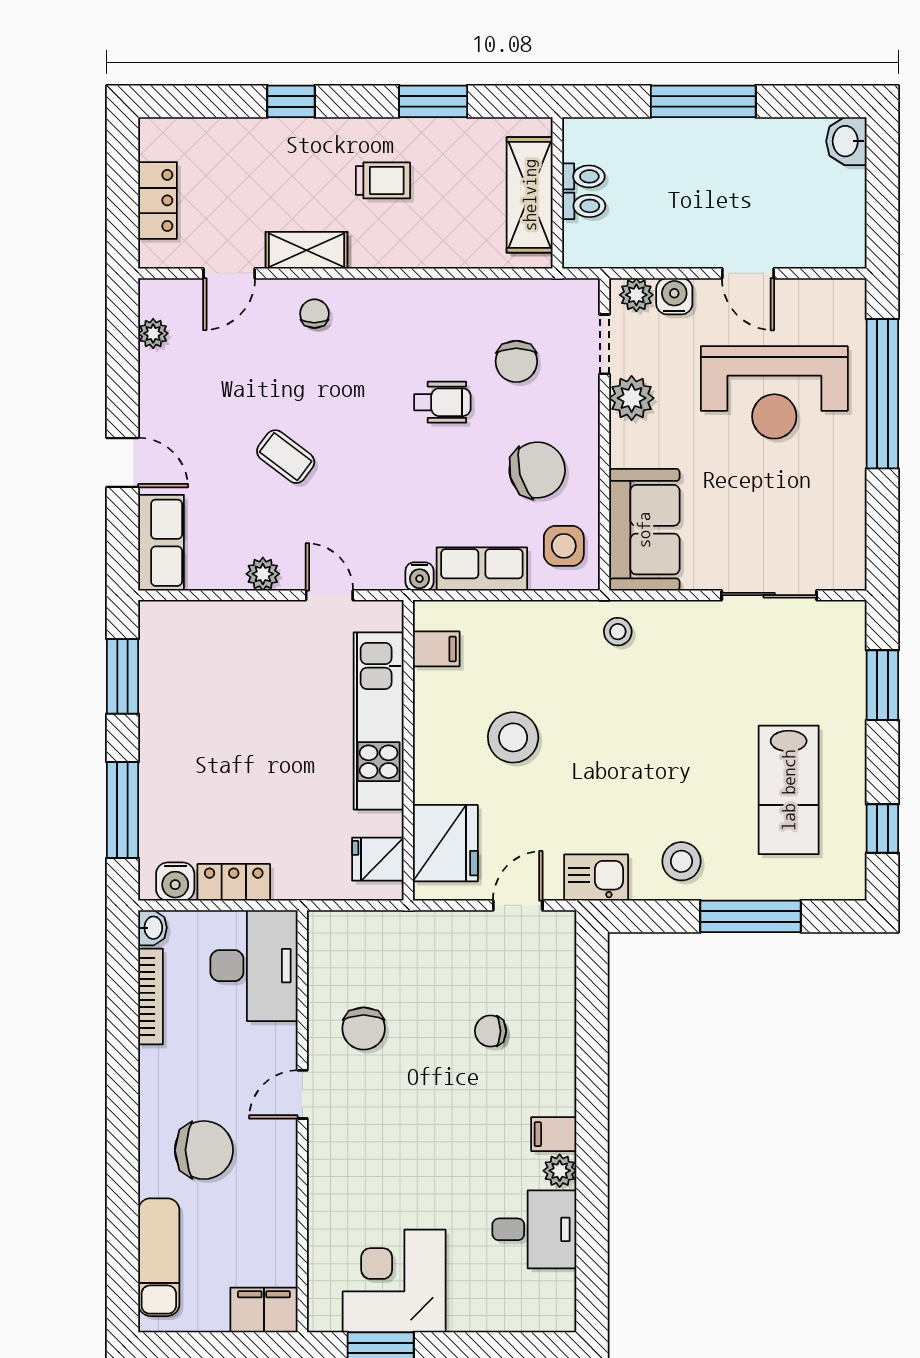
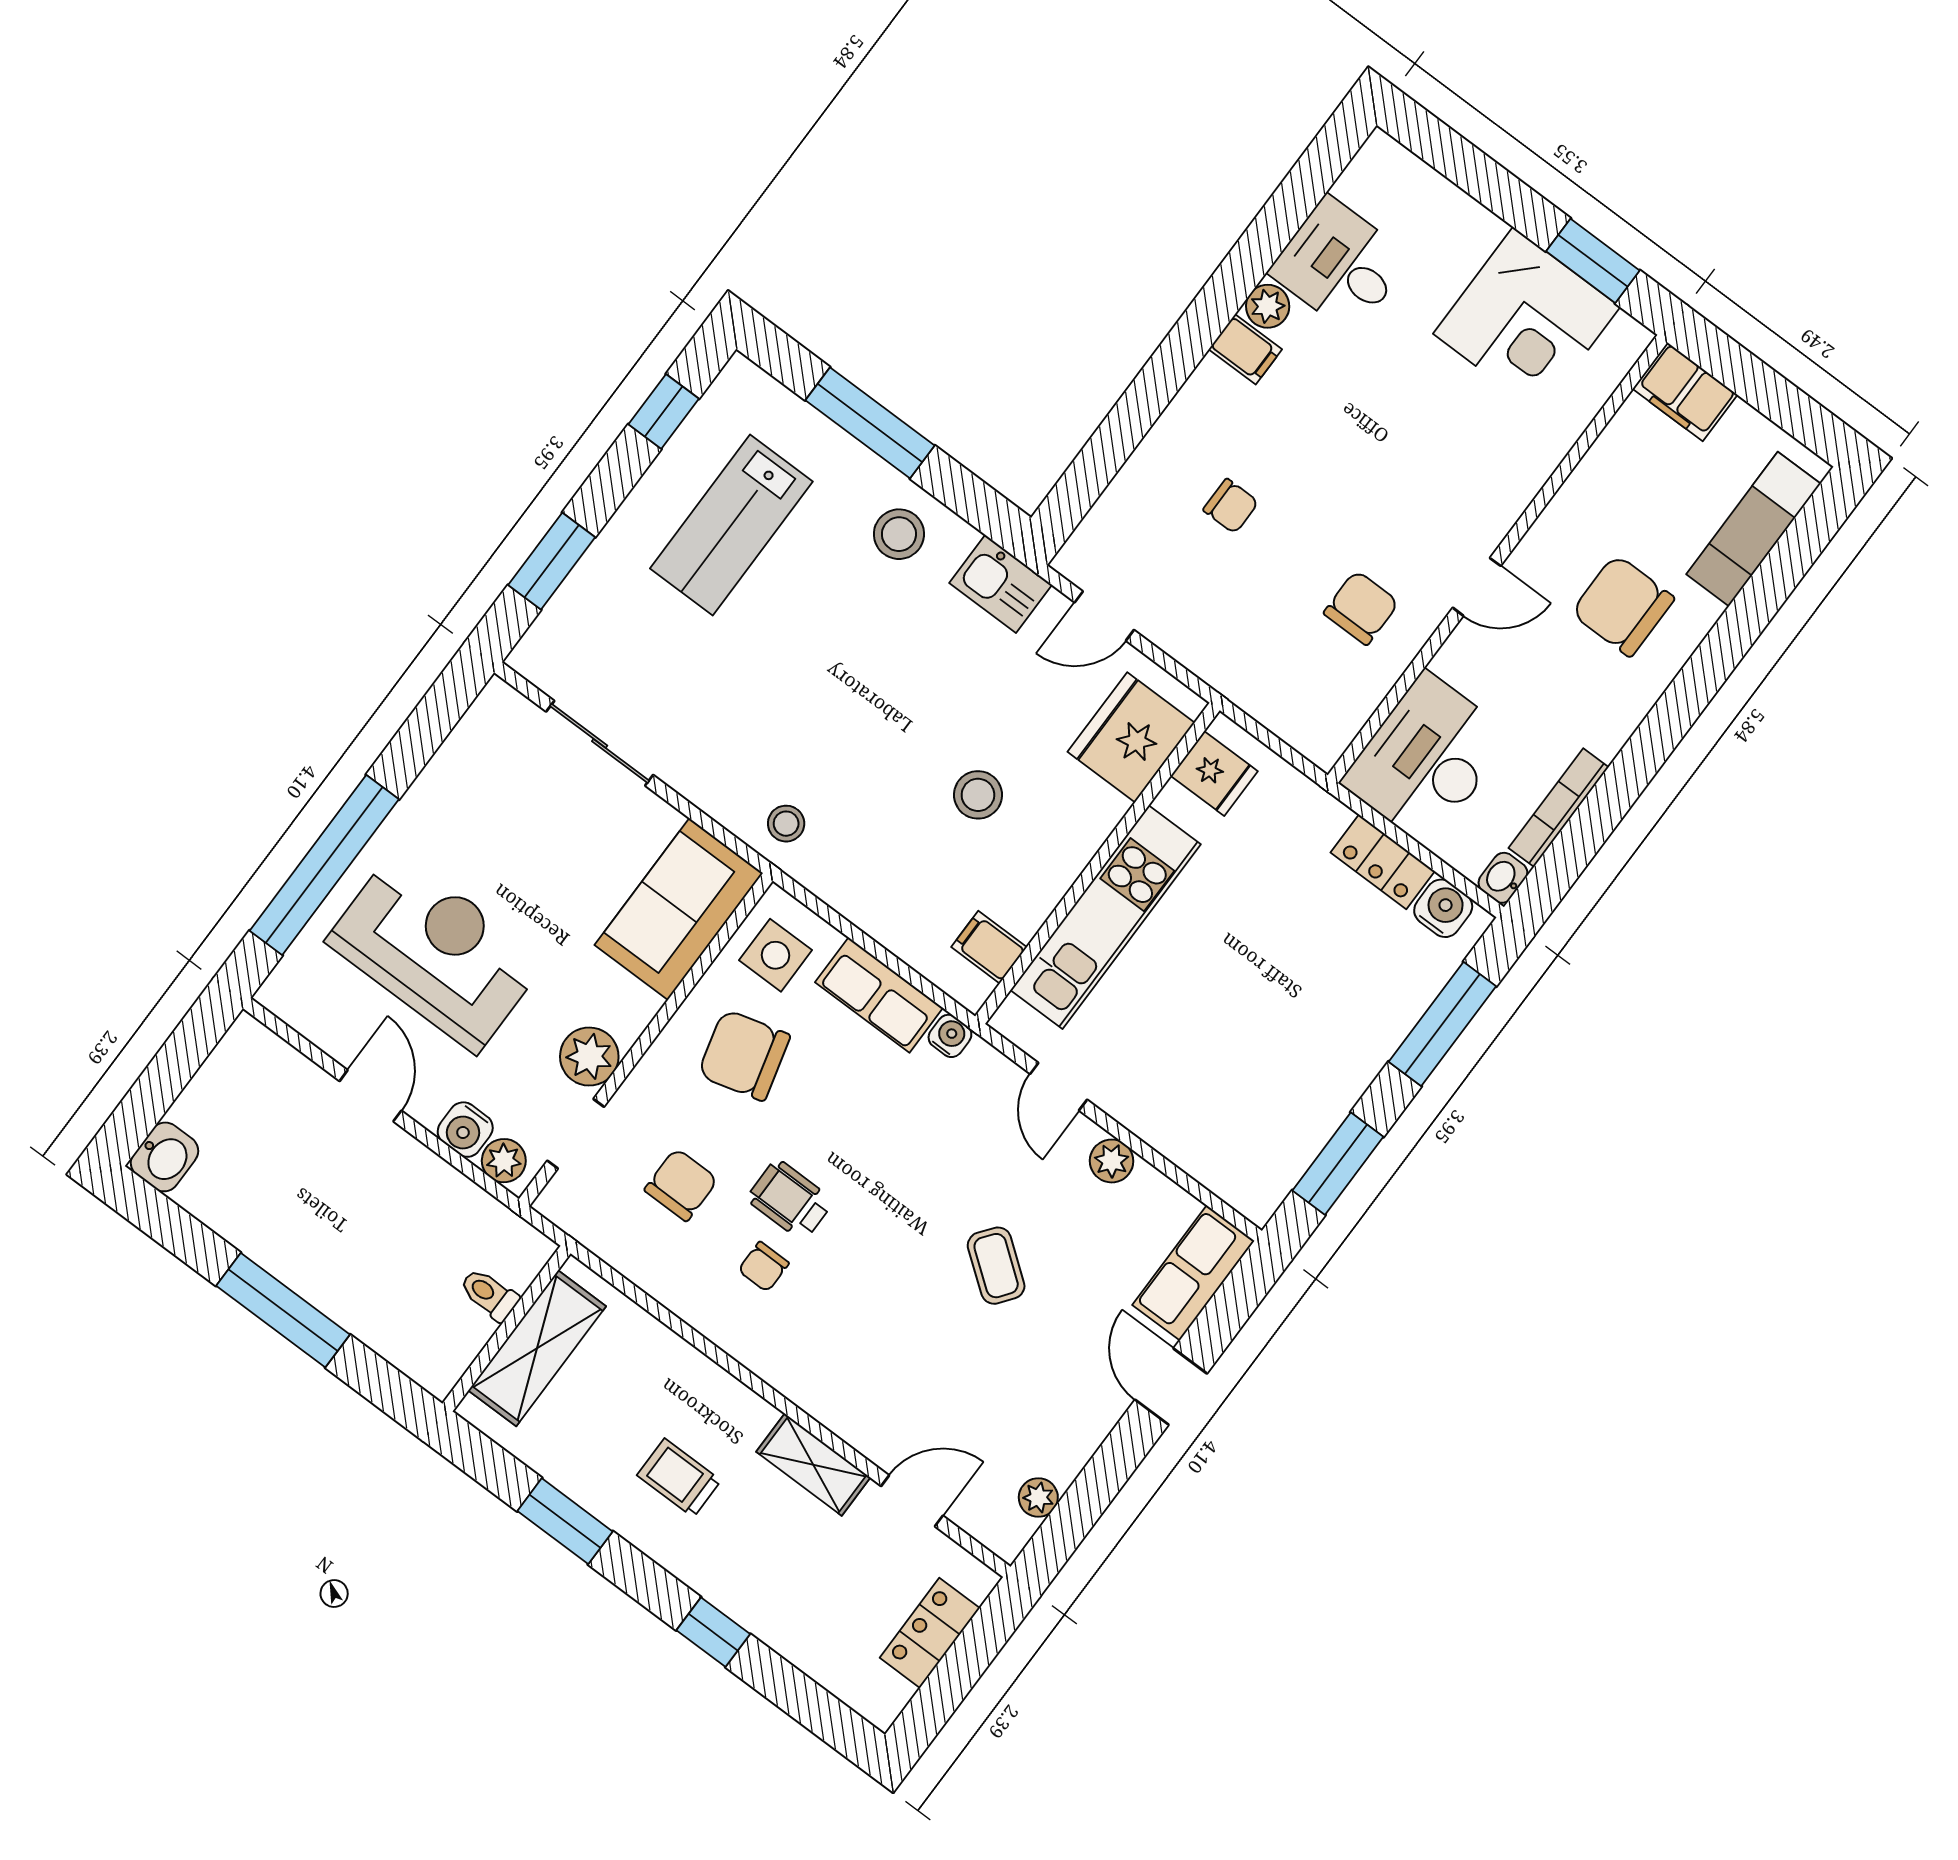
toilet: (583, 176) -> (467, 1325), removed
chair: (314, 314) -> (764, 1267), moved
stool: (513, 737) -> (978, 795), width x0.73, depth x0.73
lab bench: (789, 790) -> (731, 525), turned 180

